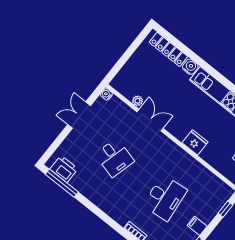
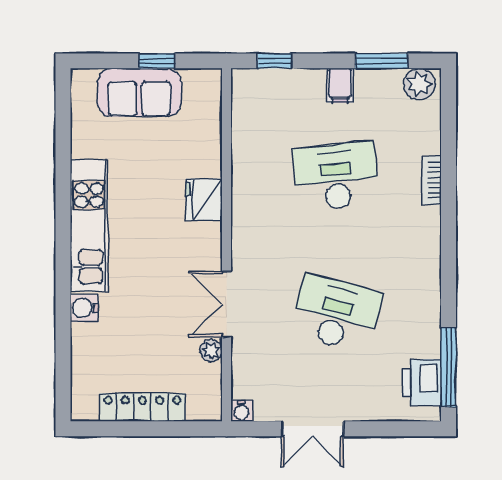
locker: (168, 49) -> (142, 407), moved, turned -90
desk: (115, 158) -> (336, 313), width x1.37

